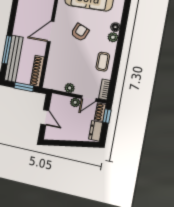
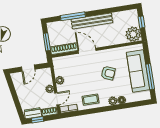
door: (51, 32) -> (87, 51), moved
bench: (14, 59) -> (92, 21), moved
door: (89, 98) -> (57, 99), swing flipped
window: (107, 116) -> (38, 120), moved

